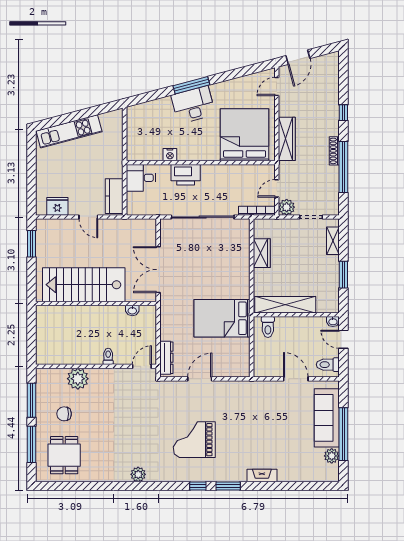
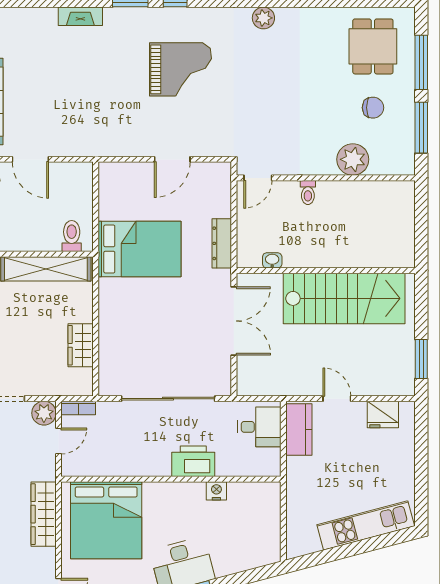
desk: (141, 178) -> (259, 427), moved
bookcase: (257, 211) -> (78, 408), width x0.64
dresser: (166, 358) -> (222, 243), moved

